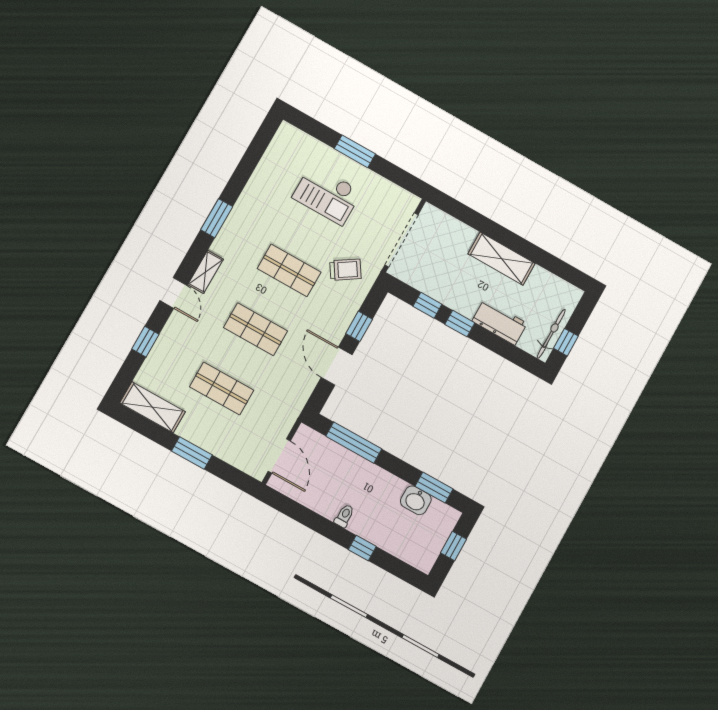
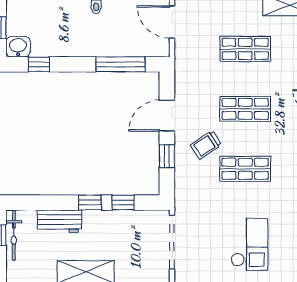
checkout: (327, 194) -> (249, 244), turned 90
trolley: (345, 270) -> (206, 145), moved
door: (337, 366) -> (167, 116), swing flipped
window: (434, 488) -> (39, 64), width x0.67
washbasin: (416, 500) -> (18, 47), moved

